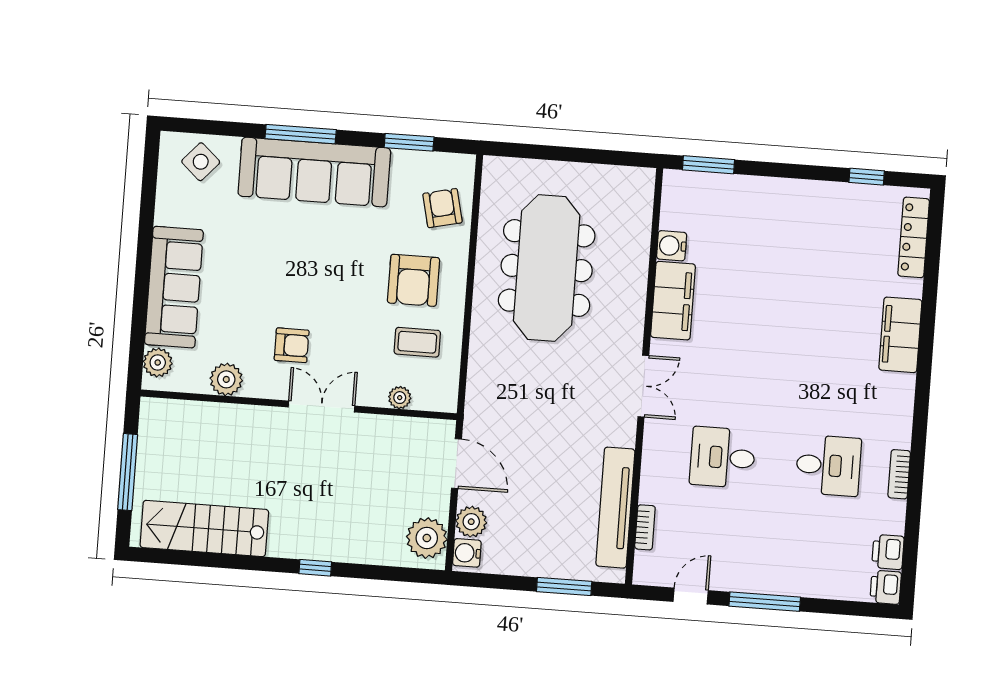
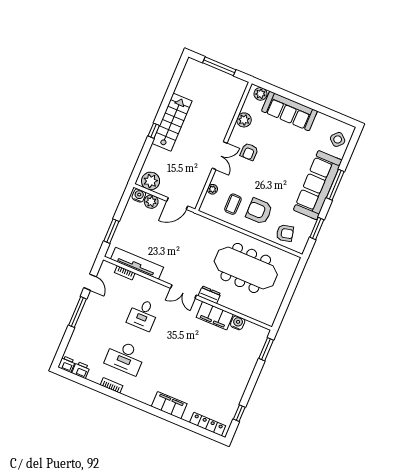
dresser: (631, 327) -> (209, 295), added
desk: (723, 457) -> (143, 315), turned 180
desk: (828, 465) -> (125, 357), width x1.37
stairs: (204, 528) -> (172, 122), moved

